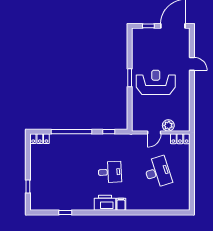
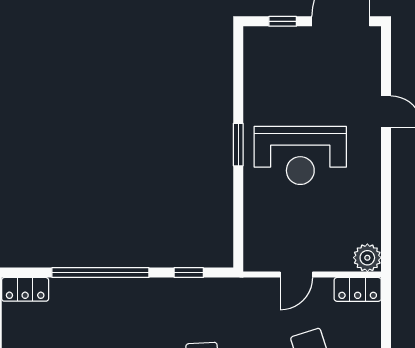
reception desk: (156, 82) -> (300, 155), turned 180
plant: (168, 125) -> (367, 258), moved

